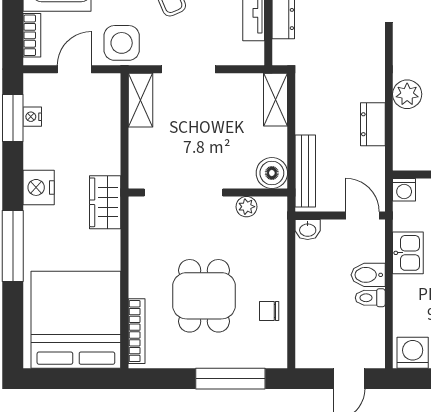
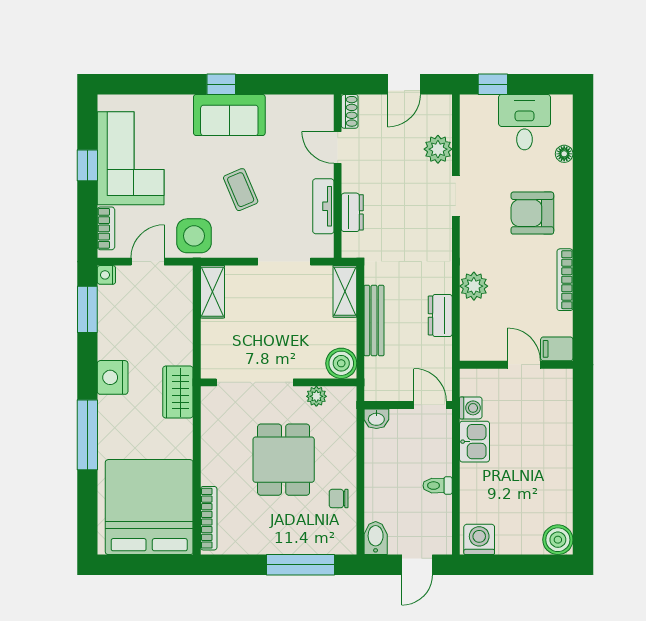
doorway: (188, 69) -> (284, 262), moved
nightstand: (32, 117) -> (106, 275), moved
bench: (305, 171) -> (374, 321), moved
washing machine: (404, 190) -> (471, 408), moved, turned -90
bidet: (368, 275) -> (376, 538), moved, turned 90
dining table: (204, 296) -> (284, 460), moved

